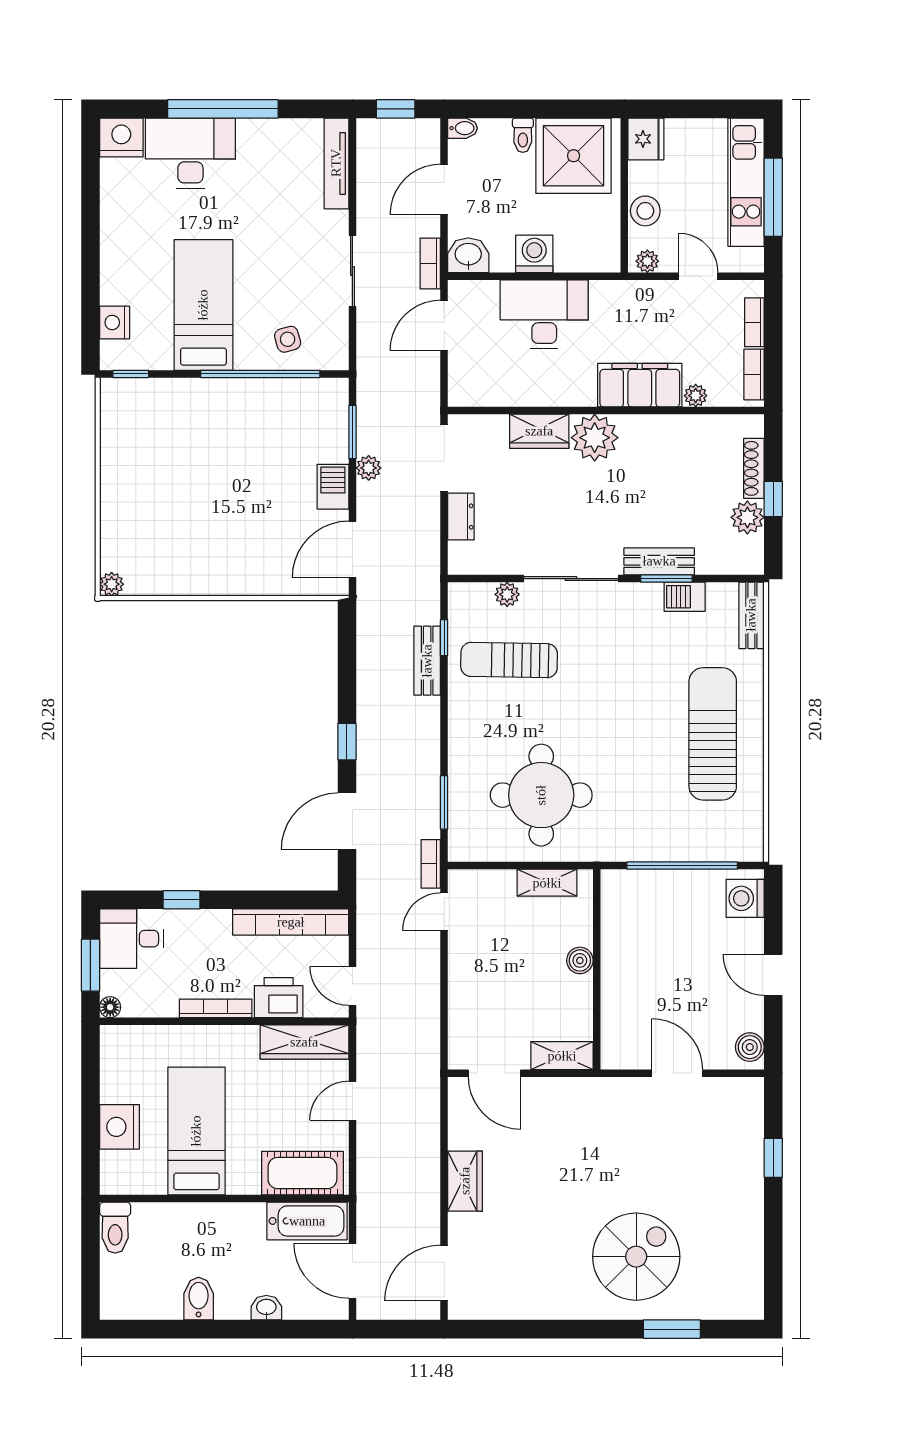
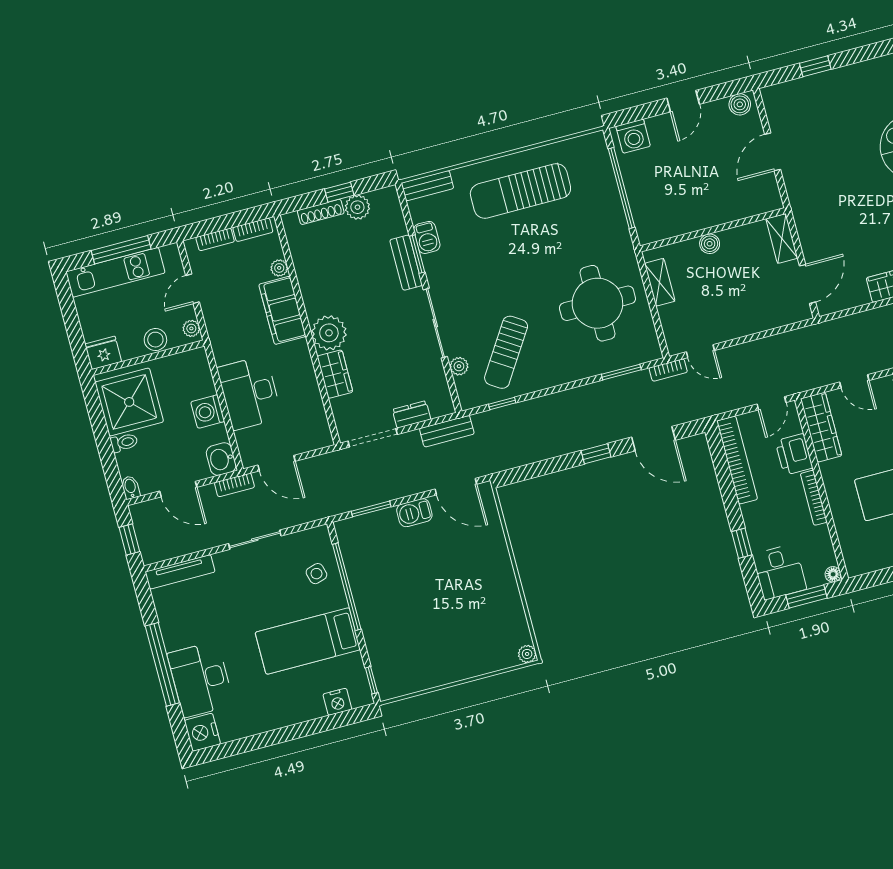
plant: (369, 468) -> (394, 490), removed
sun lounger: (509, 660) -> (506, 352), turned 32
bench: (427, 661) -> (447, 431), moved

